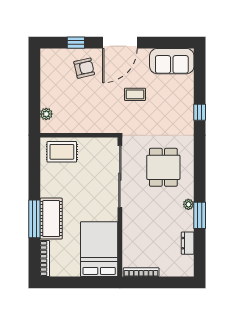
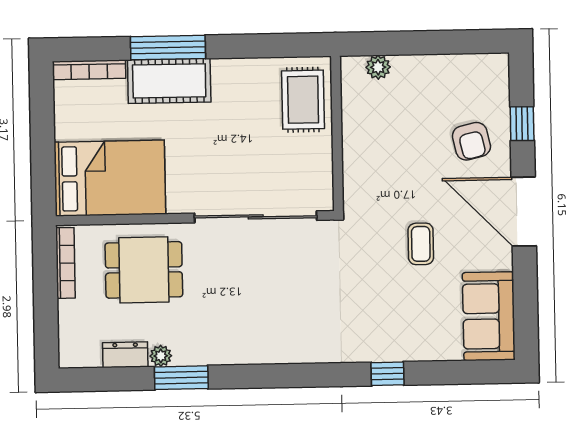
dining table: (163, 167) -> (144, 270), moved
plant: (188, 204) -> (161, 356), moved

